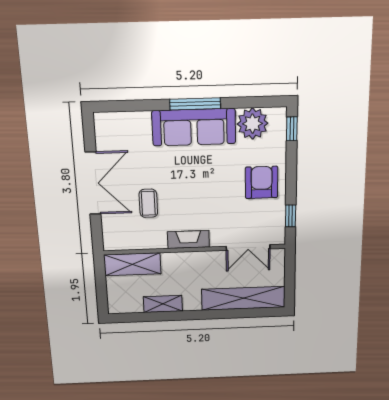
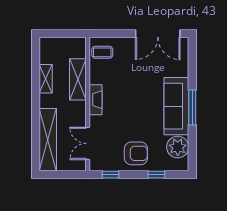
window: (292, 129) -> (156, 175), moved
double door: (93, 183) -> (158, 34), moved
coffee table: (148, 203) -> (102, 52), moved
shelving: (132, 264) -> (78, 79), moved

